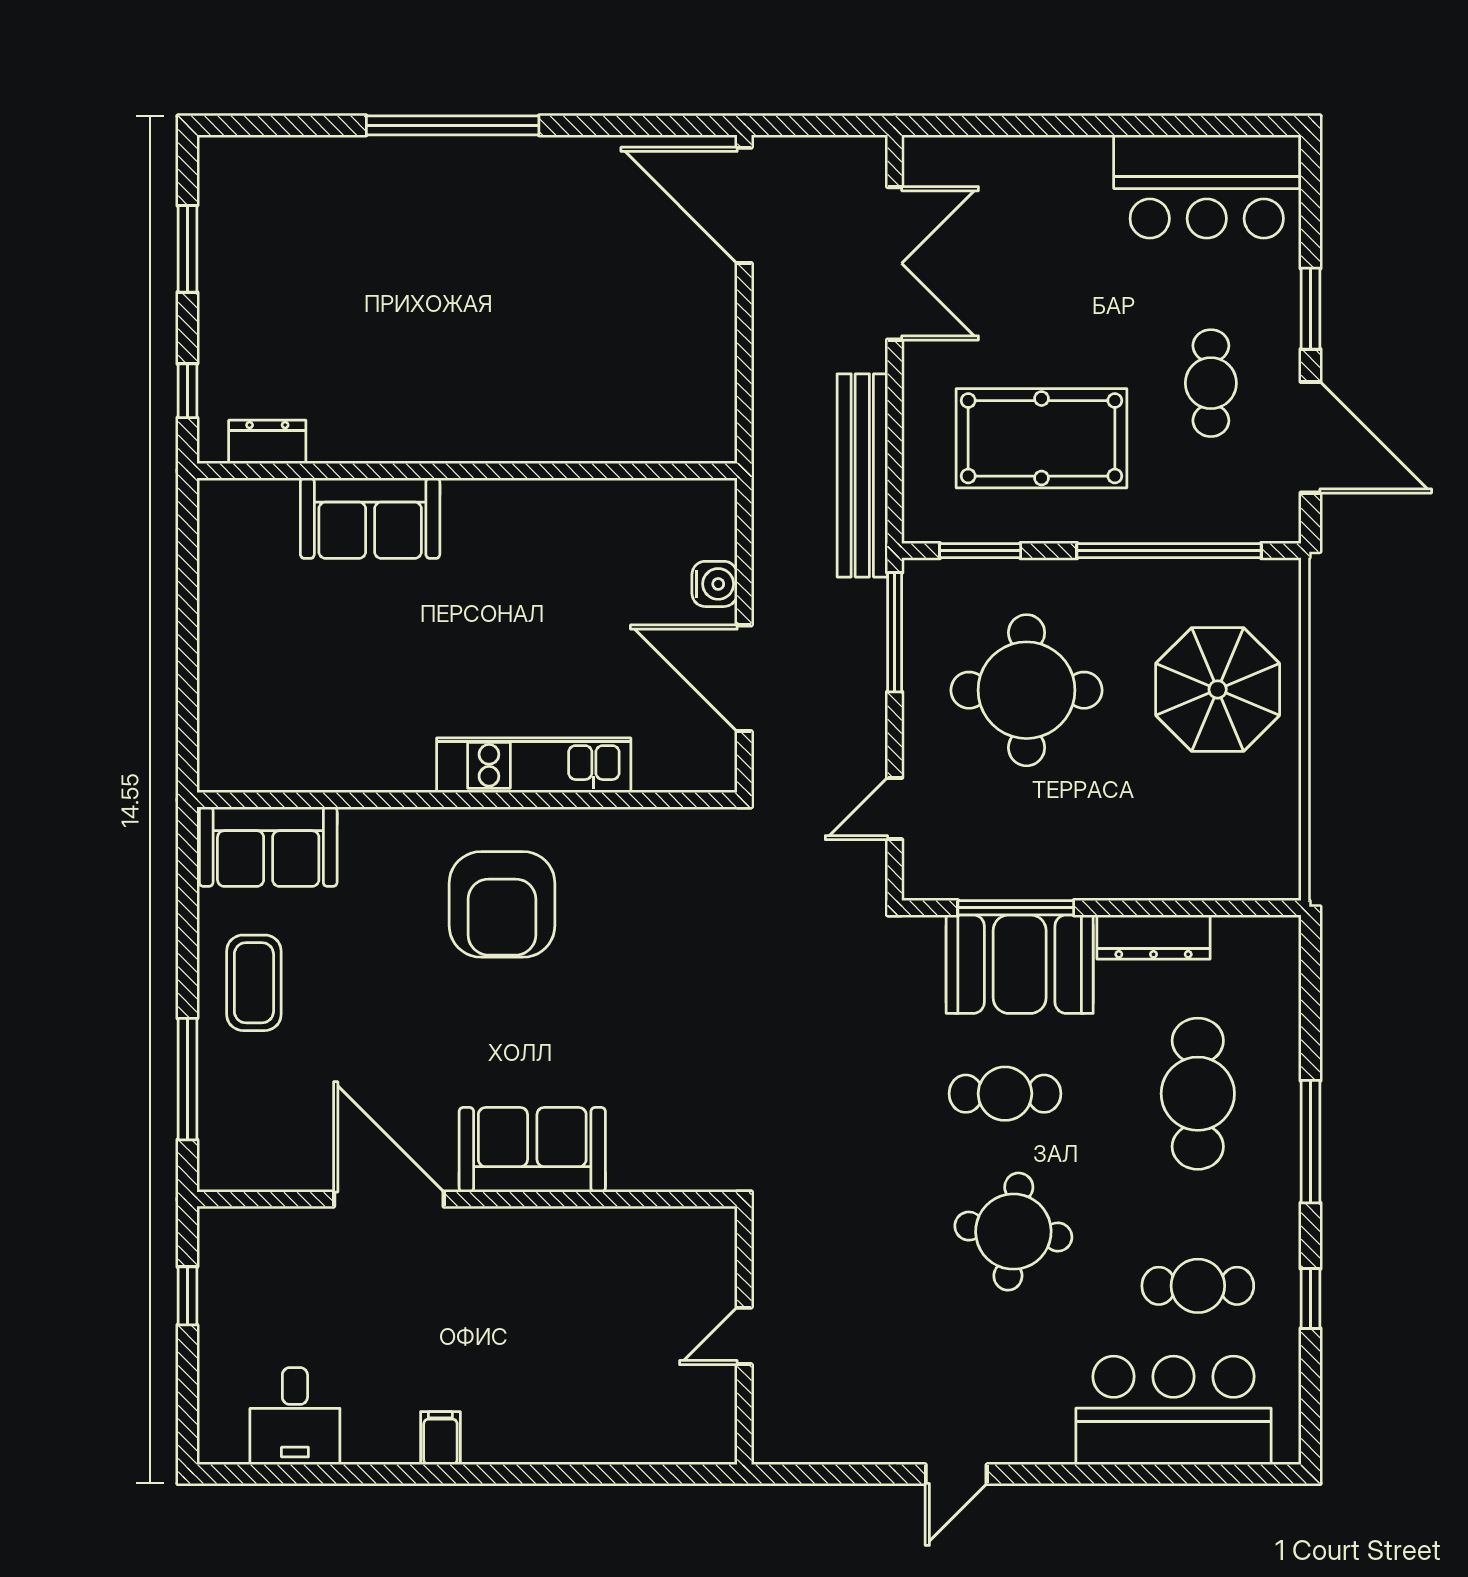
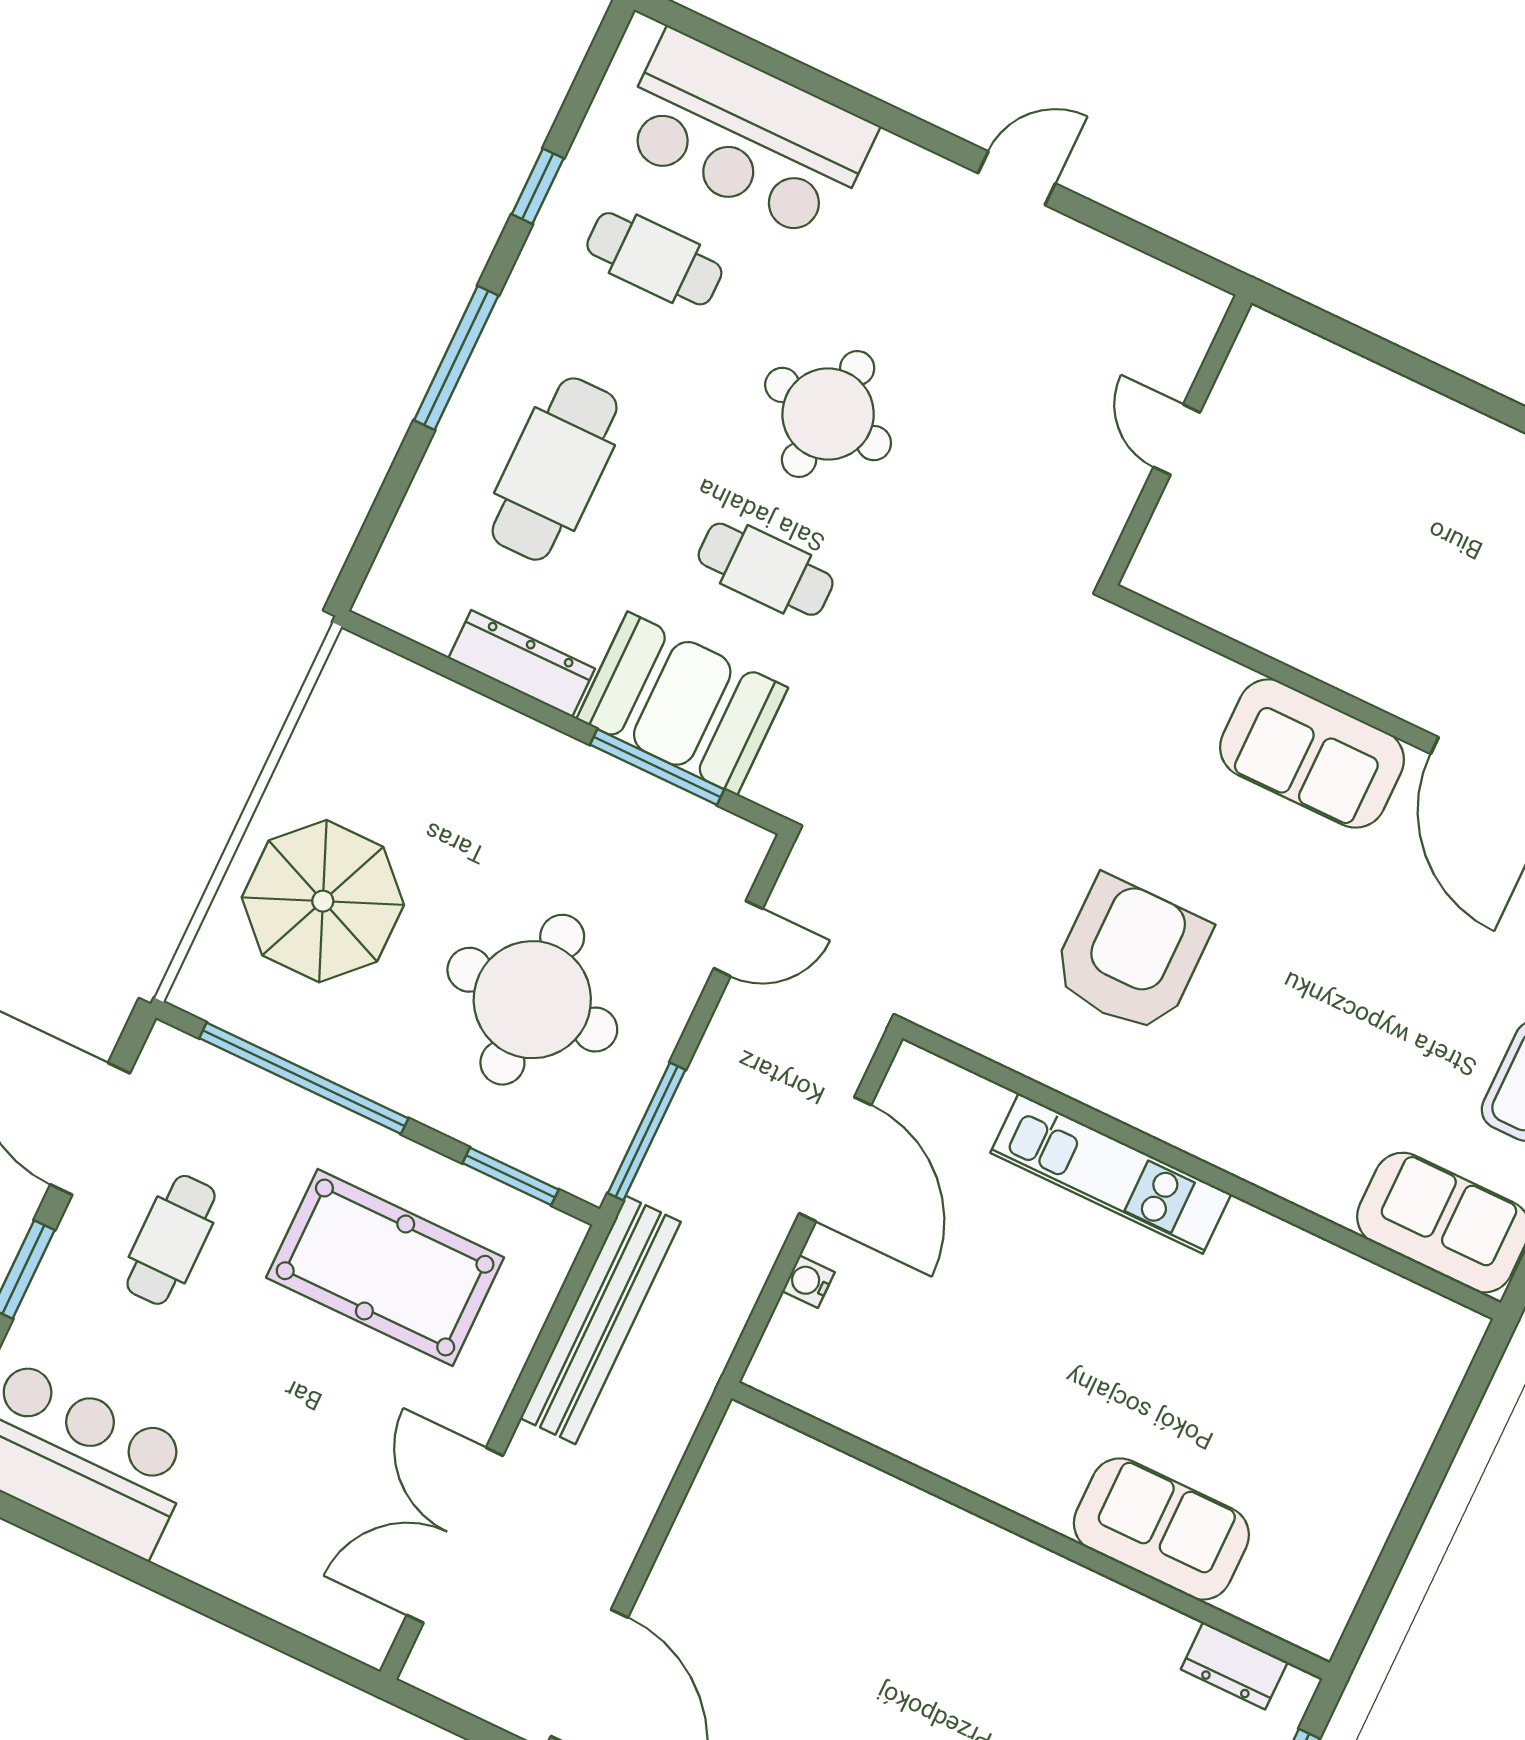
water cooler: (715, 584) -> (808, 1282), width x0.72, depth x0.72
armchair: (502, 904) -> (1130, 955), moved
door: (744, 1336) -> (1177, 440), swing flipped

